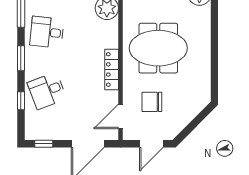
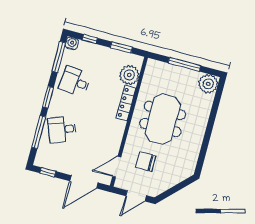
meeting table: (158, 48) -> (163, 119), turned 90
locker: (112, 69) -> (126, 103), moved
window: (21, 101) -> (39, 132), width x2.17

